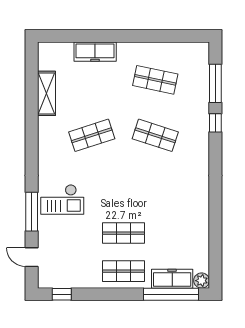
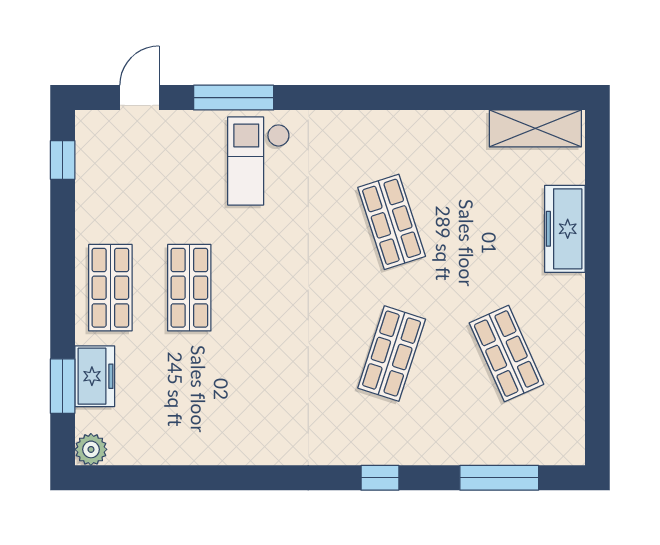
shop shelf: (155, 80) -> (506, 354), turned -36
shelving: (46, 93) -> (535, 128), moved
window: (215, 123) -> (380, 478), moved
freezer: (172, 279) -> (95, 376), width x0.71
window: (171, 294) -> (63, 386), width x0.47

